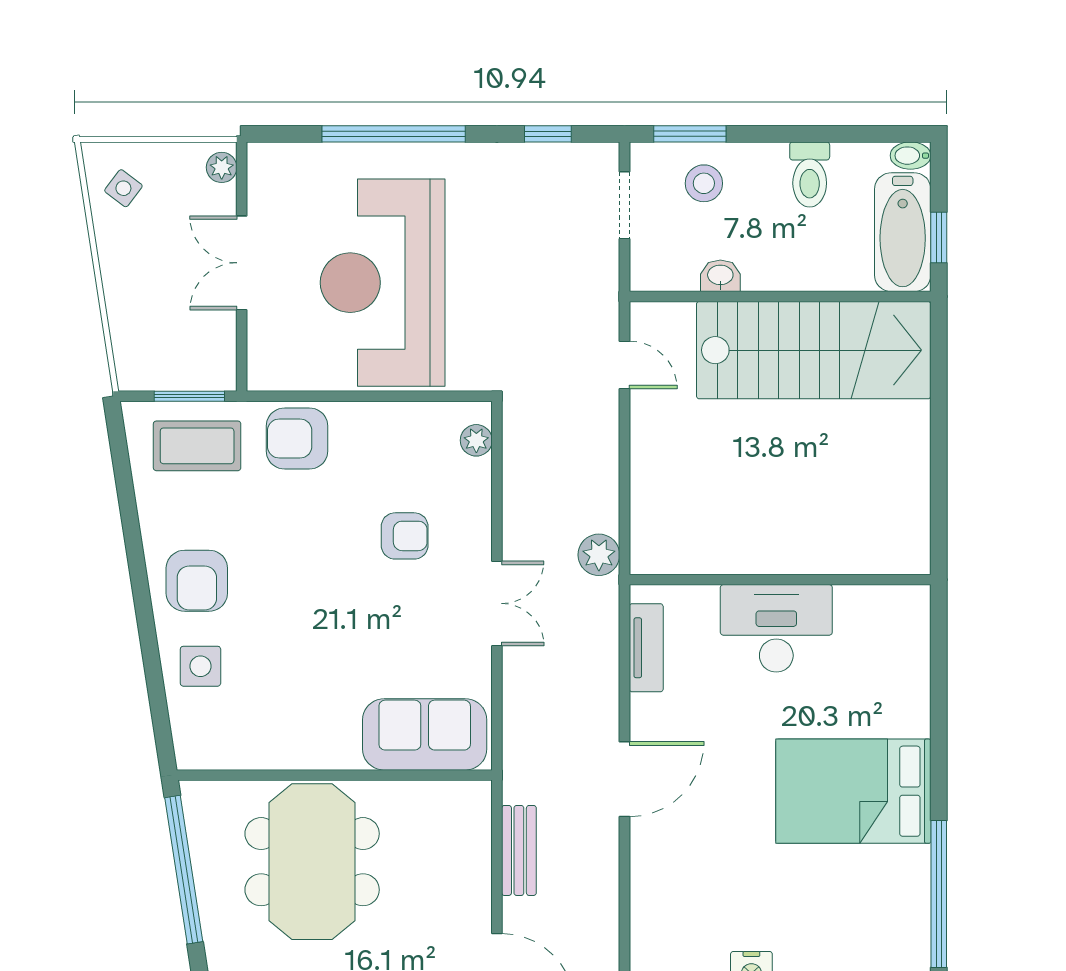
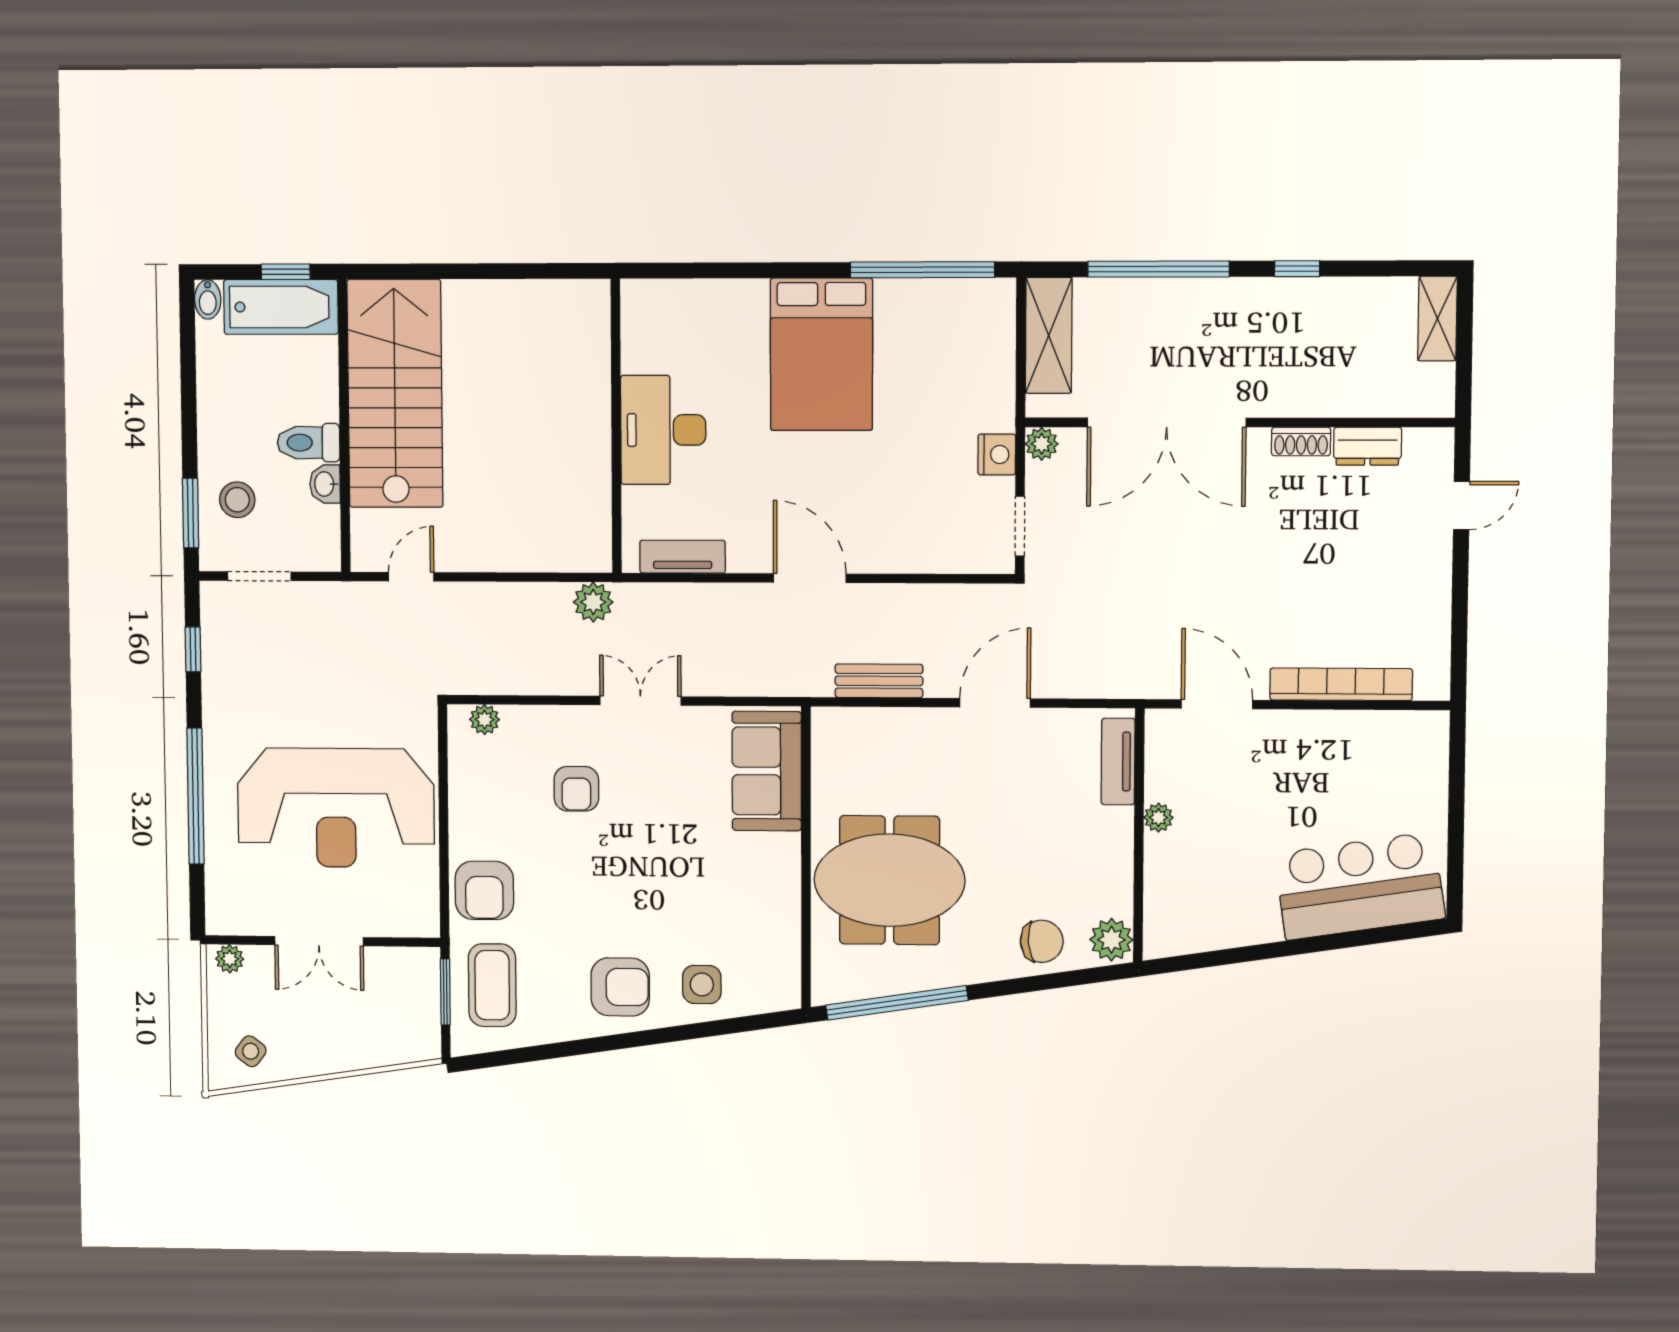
toilet: (810, 175) -> (308, 443), moved, turned 180
armchair: (405, 536) -> (576, 789), turned 180

